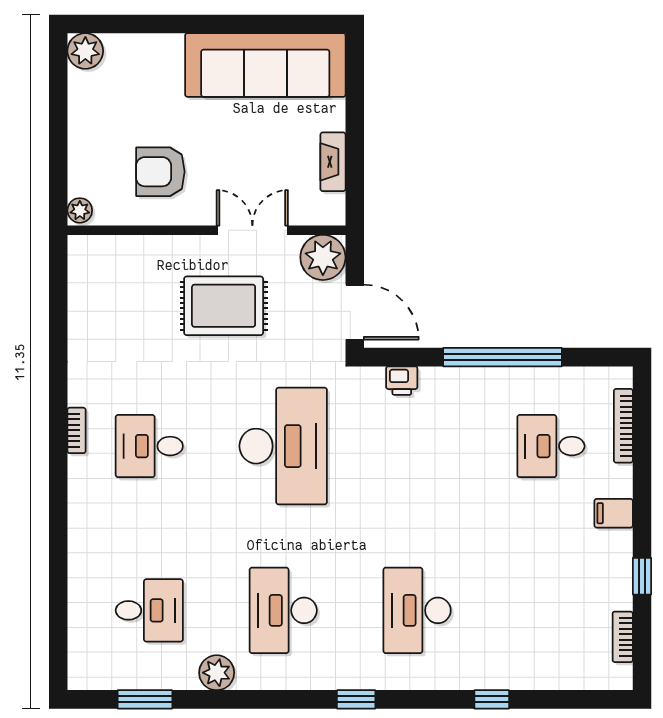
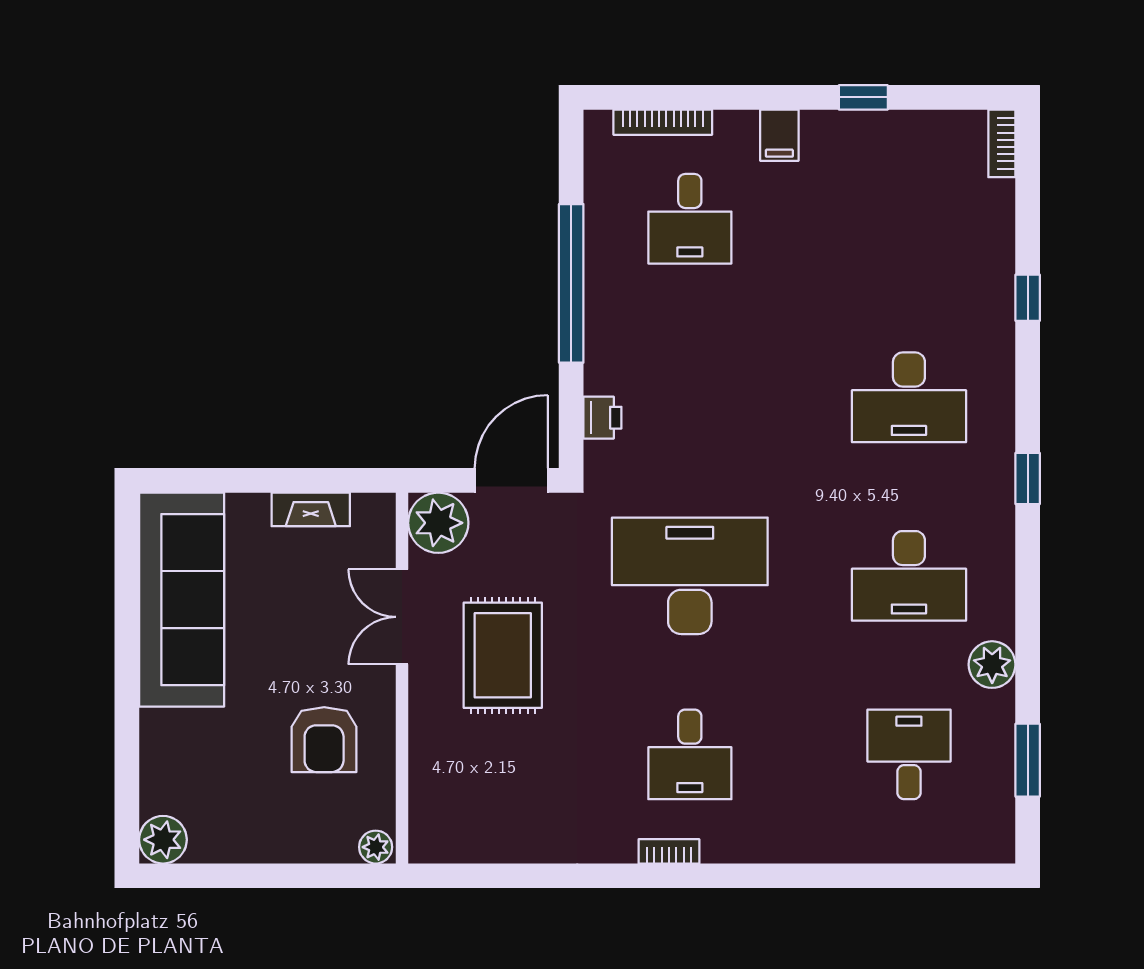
bookcase: (623, 637) -> (1002, 143), moved, turned 90

